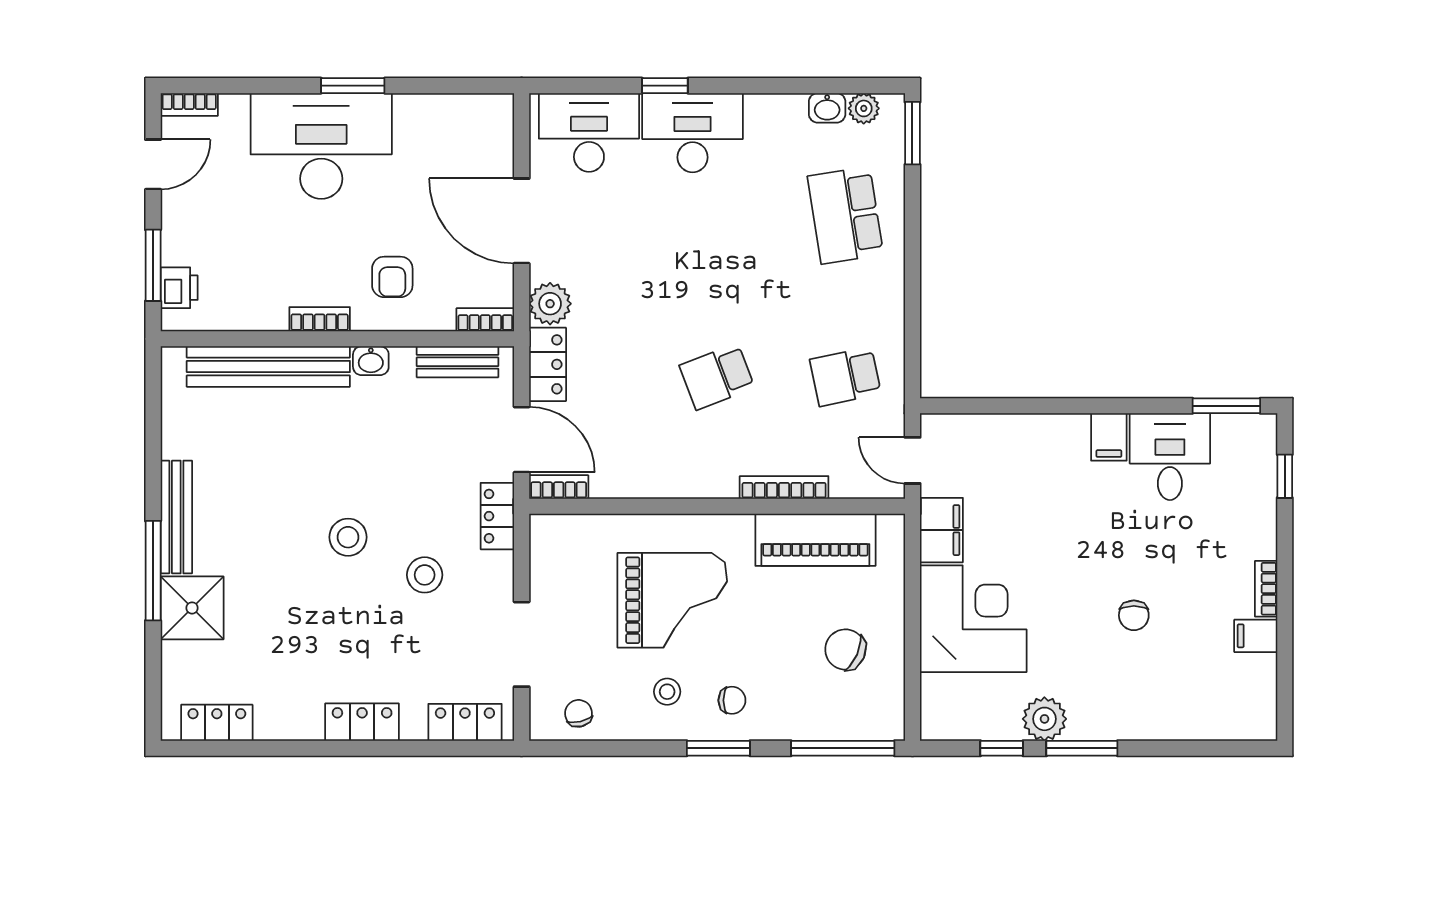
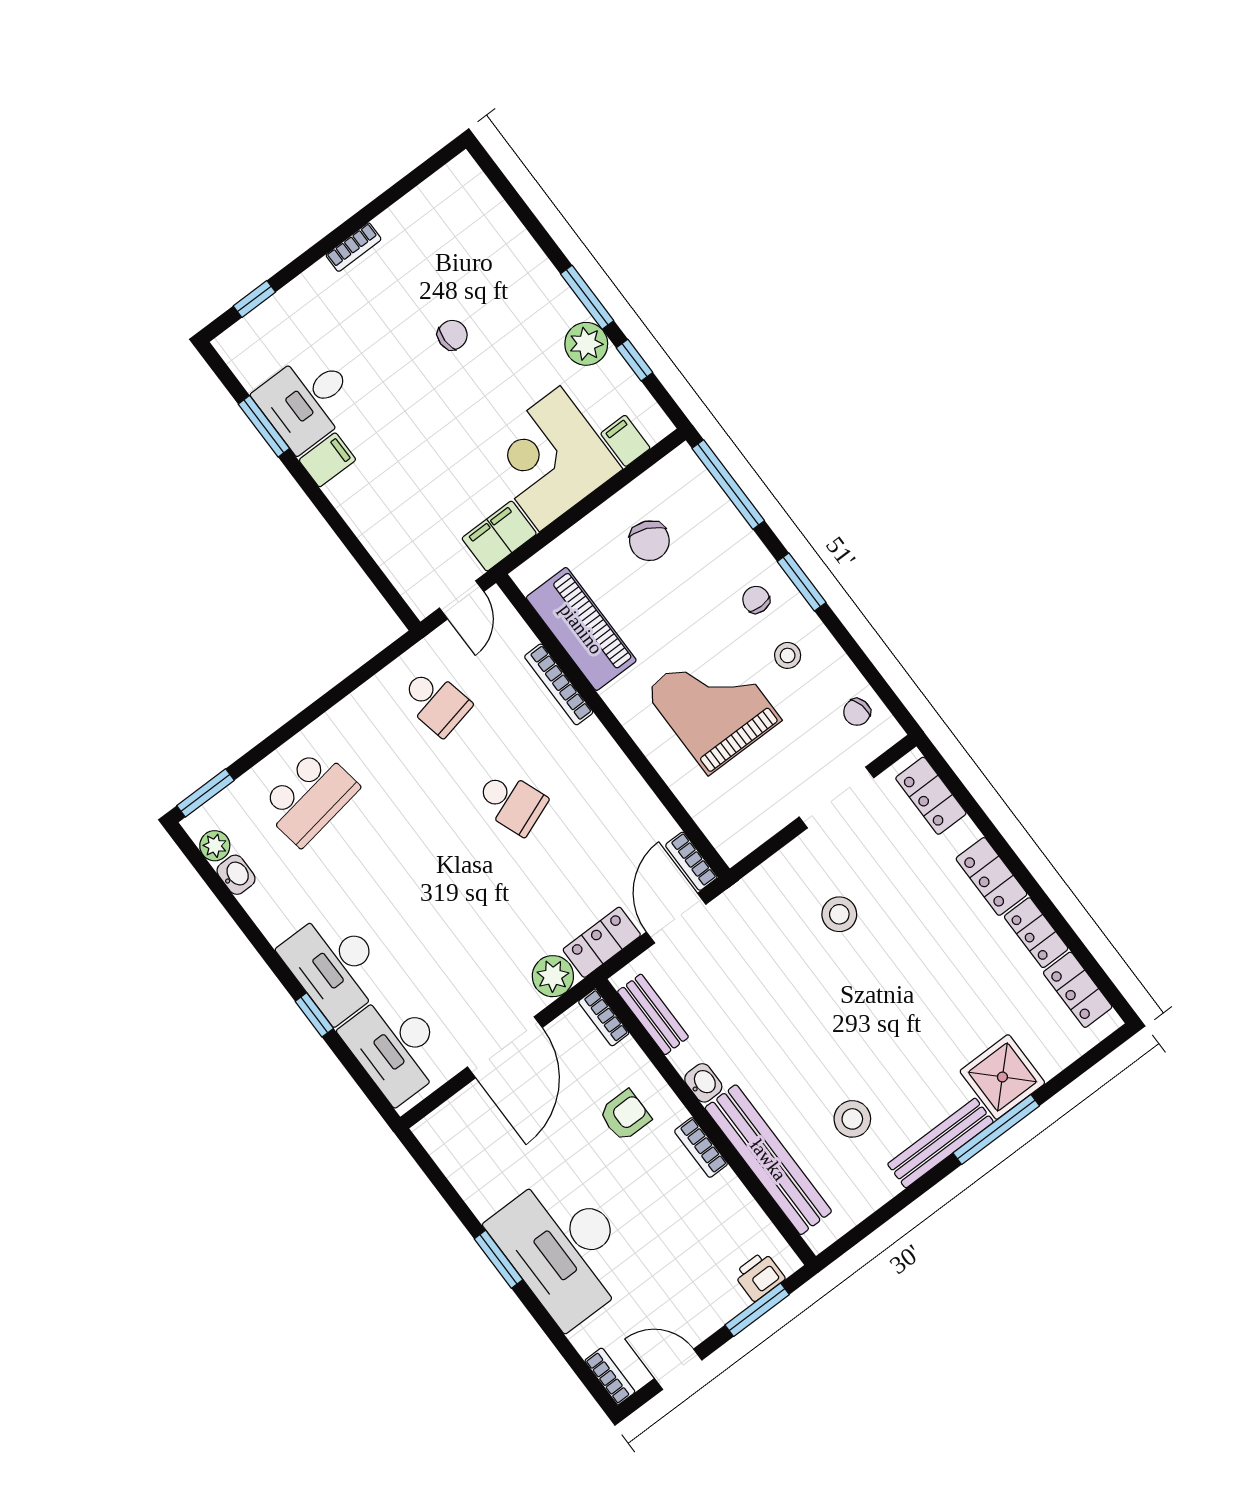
window: (1226, 406) -> (264, 426), moved
locker: (497, 516) -> (1036, 933), moved, turned 90
stool: (348, 537) -> (852, 1119), moved
filing cabinet: (1256, 636) -> (625, 441), moved, turned 180

